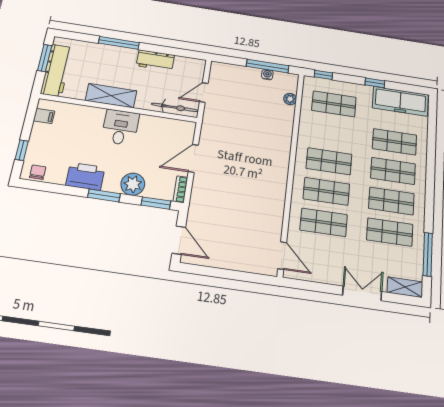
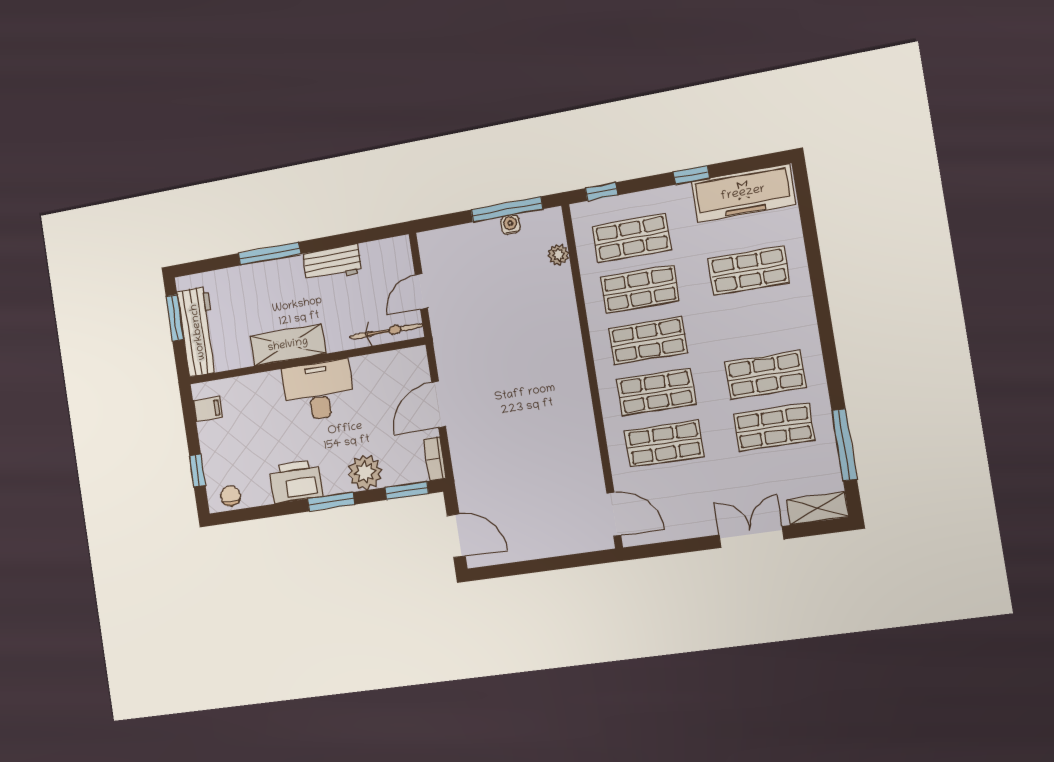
desk: (120, 127) -> (318, 391), width x1.37
shop shelf: (393, 171) -> (640, 289), moved

